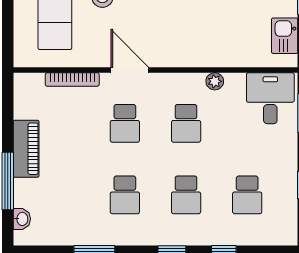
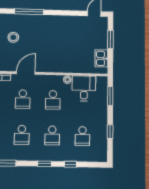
door: (130, 70) -> (26, 73), hinge flipped
desk: (270, 98) -> (84, 88), moved

